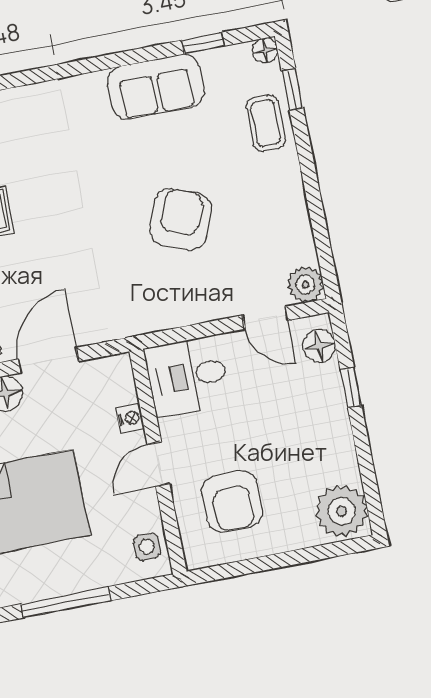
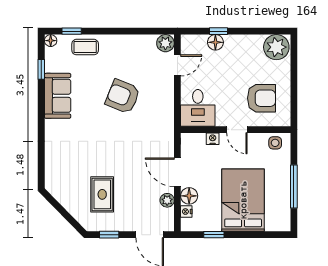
floor lamp: (319, 346) -> (215, 42), moved

